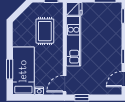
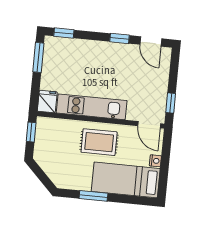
rug: (45, 31) -> (99, 142), moved
window: (10, 69) -> (93, 196), moved

